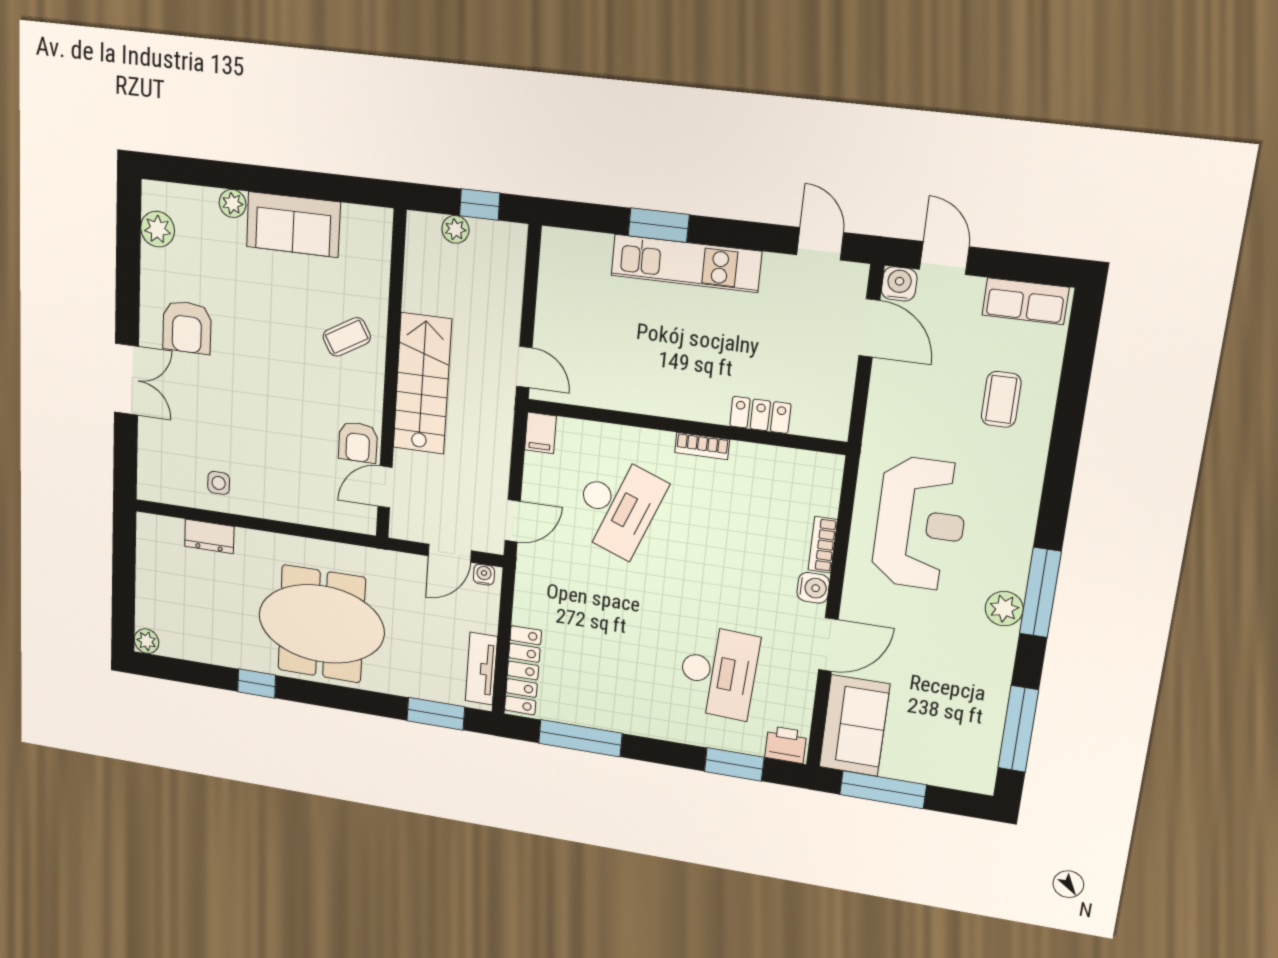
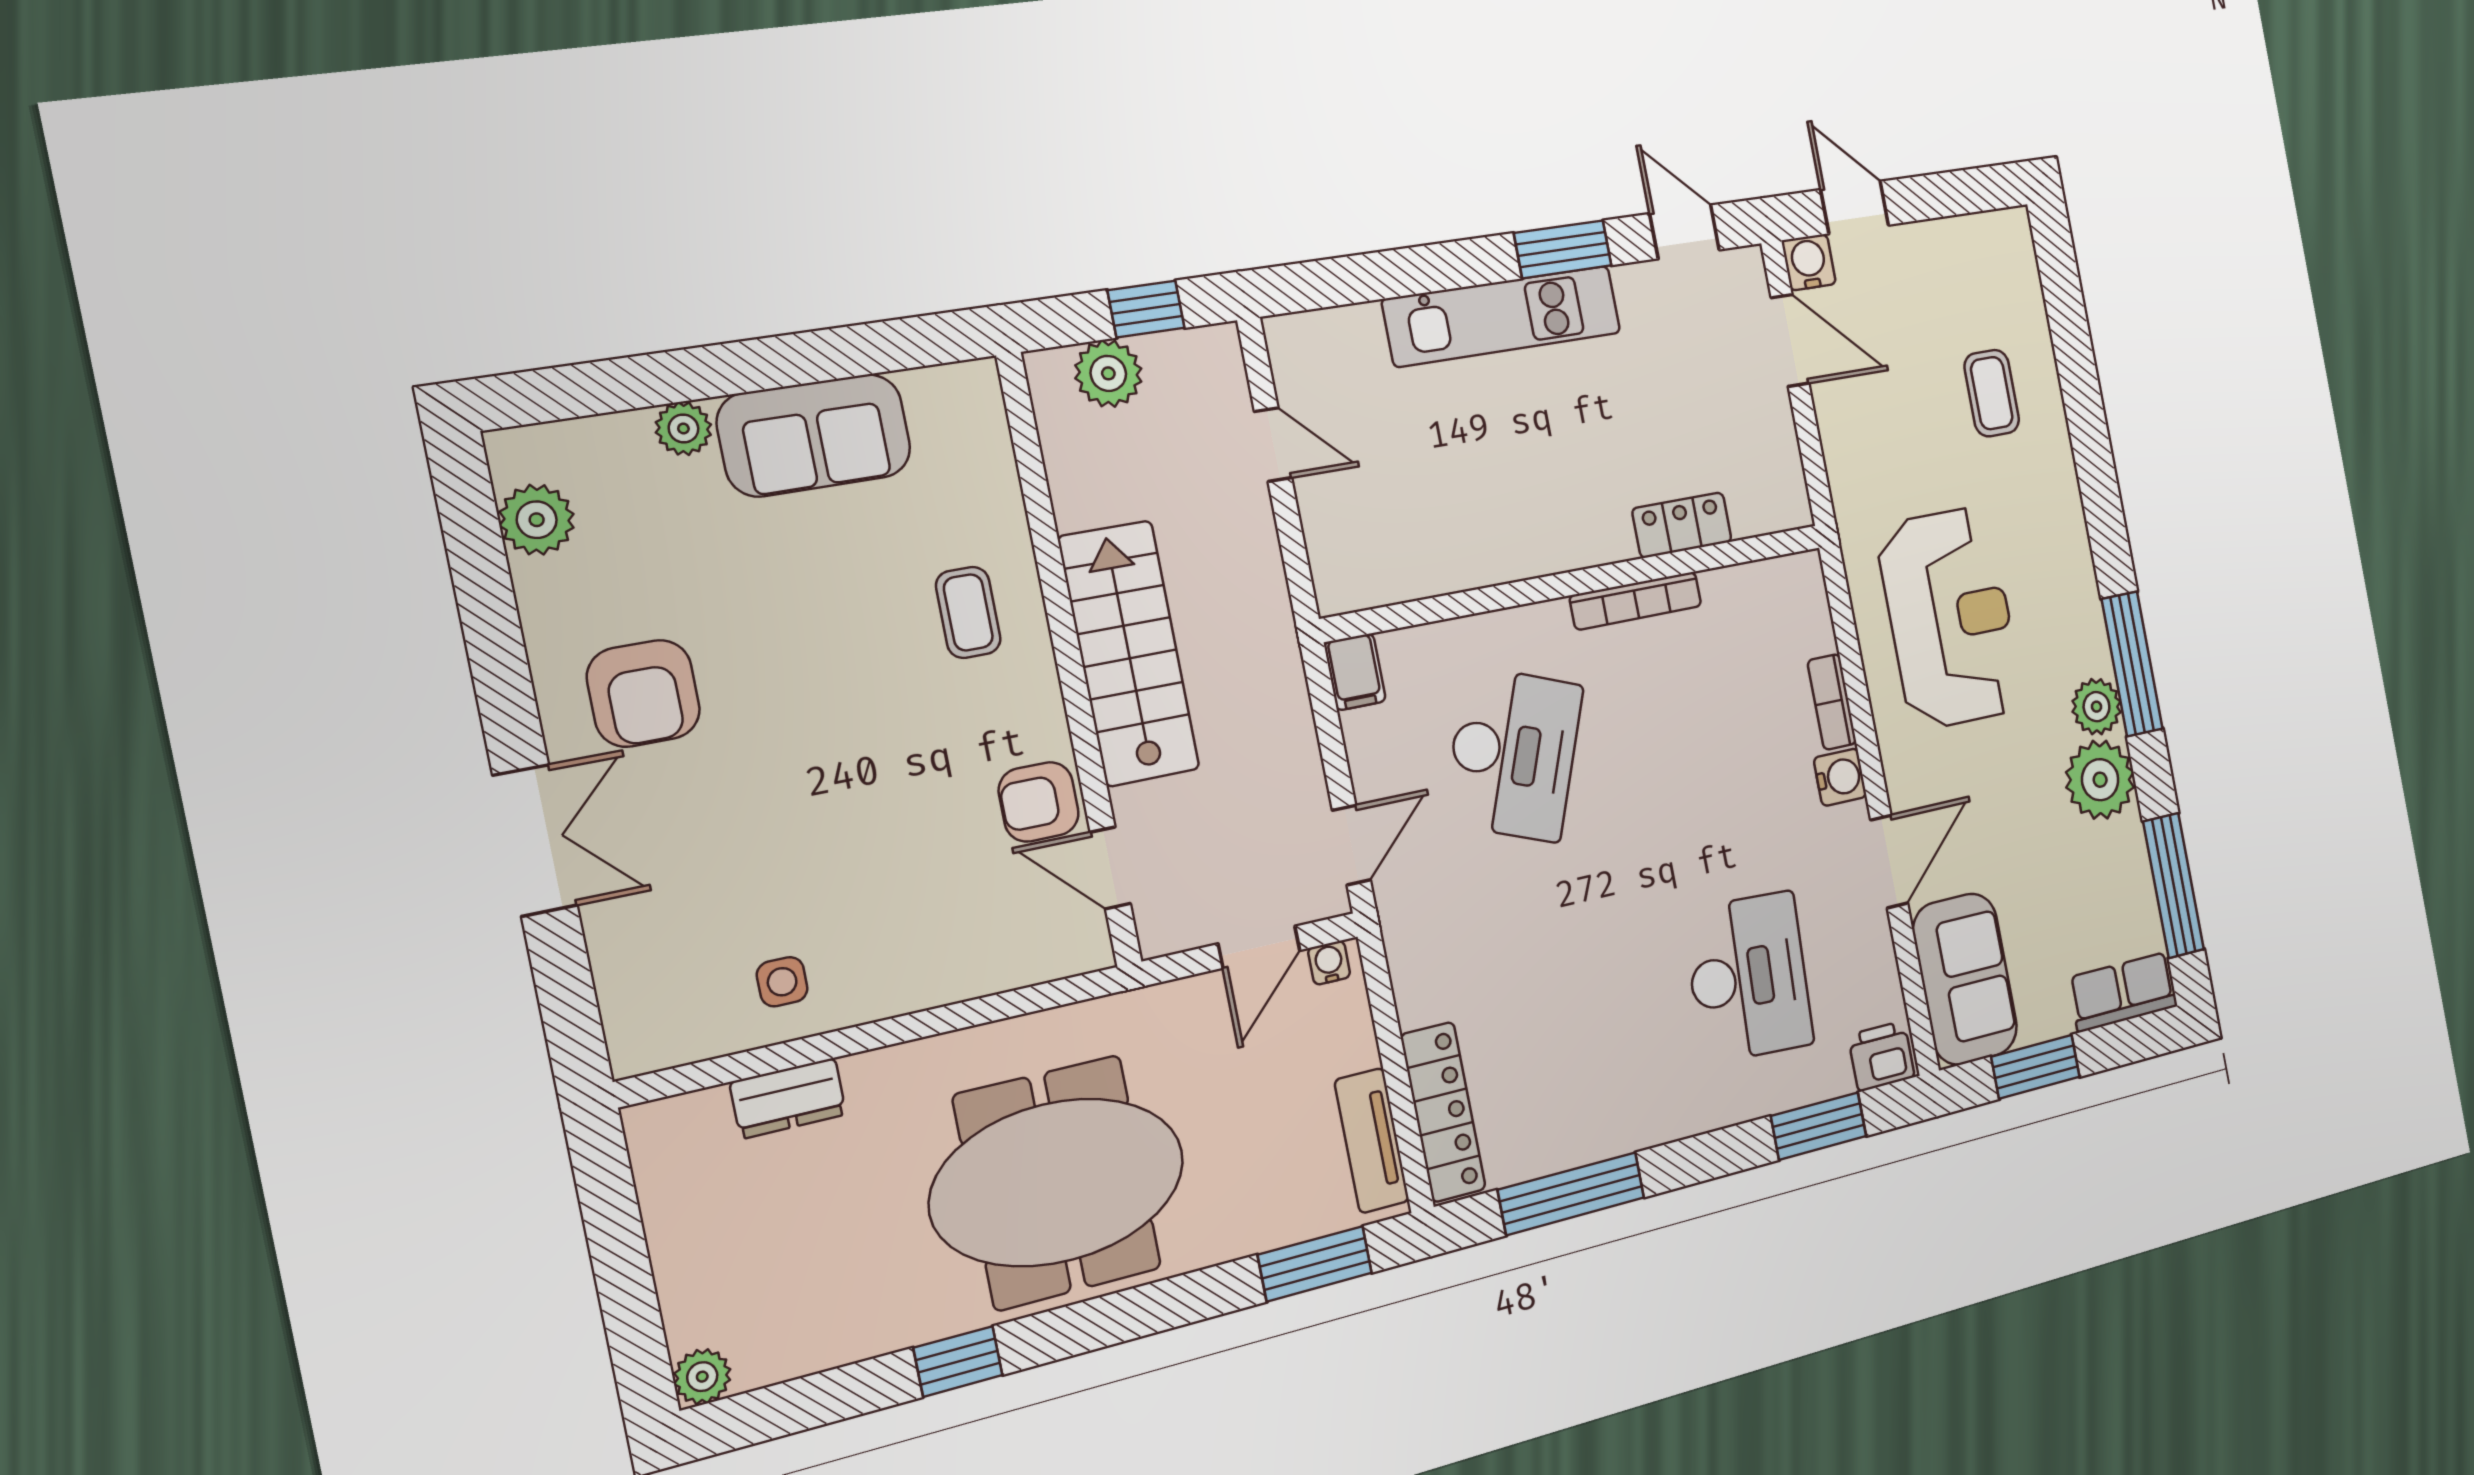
window: (659, 225) -> (1563, 249), moved
plant: (455, 229) -> (1108, 373), width x1.38, depth x1.38
row of seats: (1026, 301) -> (2123, 992), moved, turned 180
coffee table: (347, 337) -> (968, 612), turned -60
door: (524, 367) -> (1273, 445), moved
armchair: (358, 442) -> (1039, 802), turned 90
bookcase: (702, 446) -> (1636, 601), width x1.56
door: (385, 487) -> (1110, 868), hinge flipped
plant: (990, 651) -> (2100, 780), added
window: (883, 790) -> (2036, 1067), width x0.69

